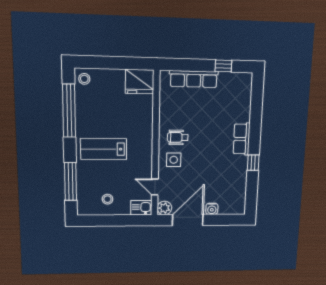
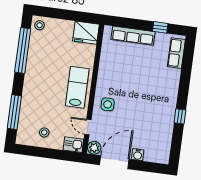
wheelchair: (178, 137) -> (113, 85), removed
row of seats: (242, 139) -> (176, 53), moved
lab bench: (104, 149) -> (77, 87), moved, turned 90

